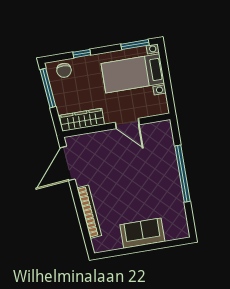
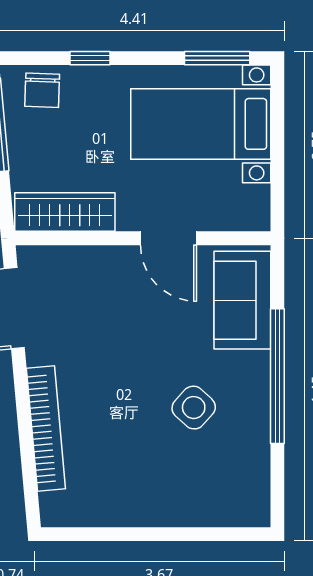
side table: (150, 193) -> (194, 408), added
sofa: (142, 233) -> (242, 300), moved, turned -90

